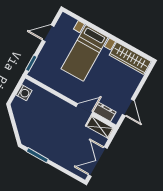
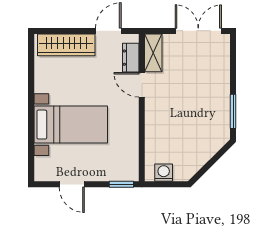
wardrobe: (130, 58) -> (66, 45), moved, turned 90
double door: (98, 162) -> (198, 31), swing flipped

